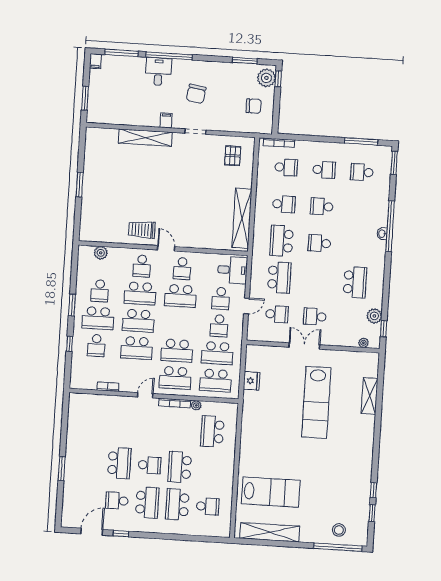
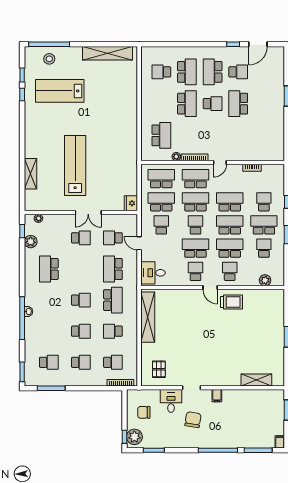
desk: (158, 71) -> (171, 401), moved, turned 180
shelving: (145, 138) -> (256, 380), moved, width x0.68
school desk: (286, 167) -> (113, 362), turned 180
school desk: (324, 170) -> (81, 362), turned 180
school desk: (221, 298) -> (195, 225), moved
door: (247, 306) -> (139, 243), hinge flipped
fridge: (252, 381) -> (131, 203), moved
school desk: (150, 465) -> (213, 104), turned 180
lab bench: (271, 492) -> (60, 91), moved

